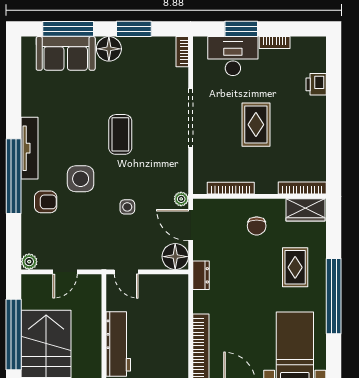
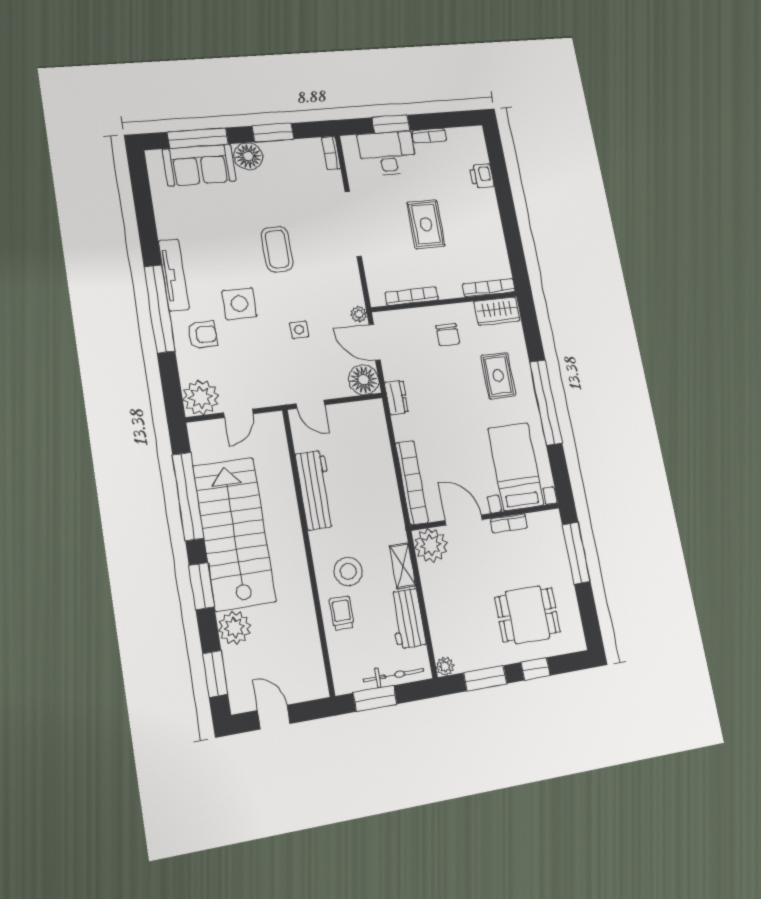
plant: (29, 262) -> (201, 397), width x1.88, depth x1.88

